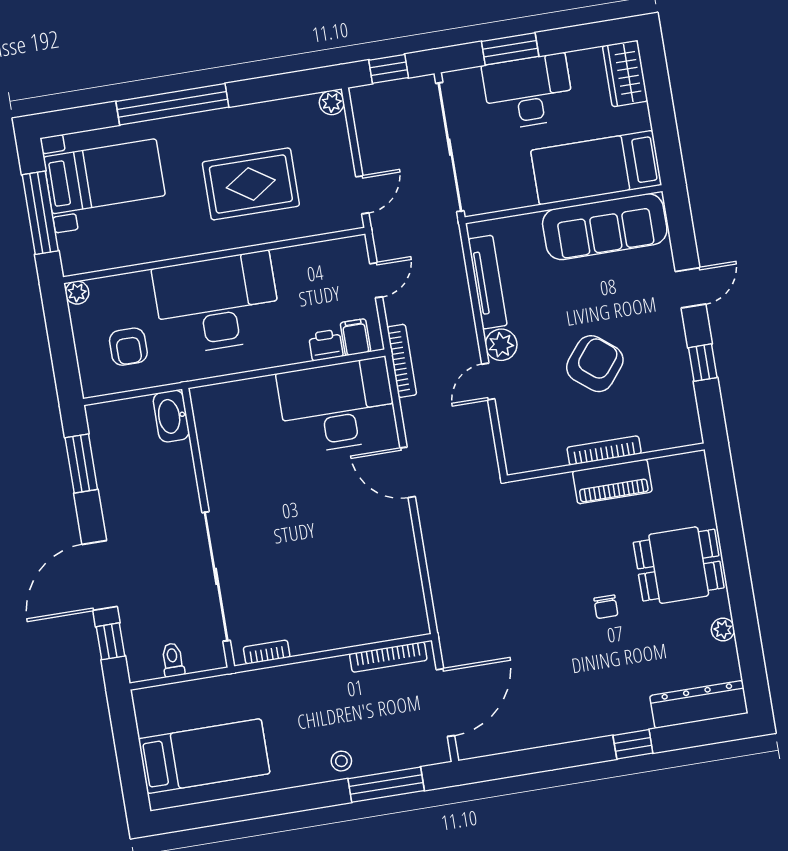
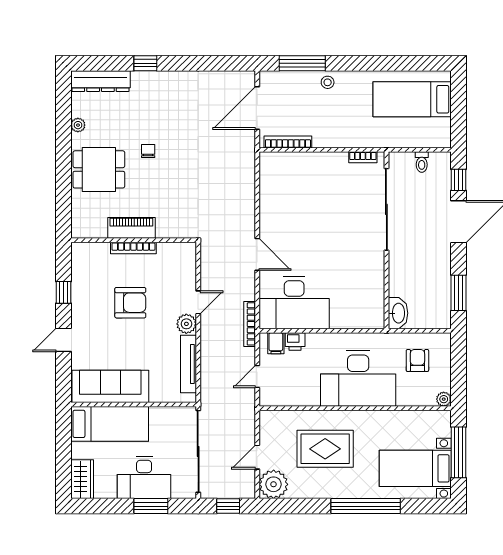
plant: (332, 103) -> (274, 484), width x1.88, depth x1.88
door: (362, 195) -> (257, 457), moved
armchair: (595, 364) -> (130, 303), turned -129

